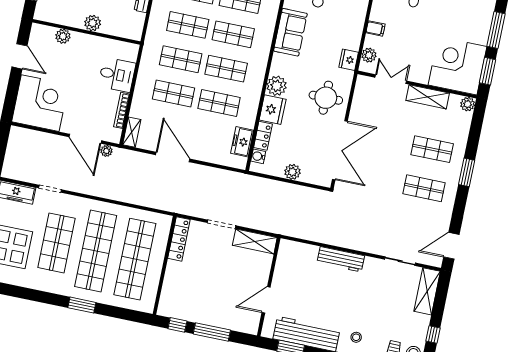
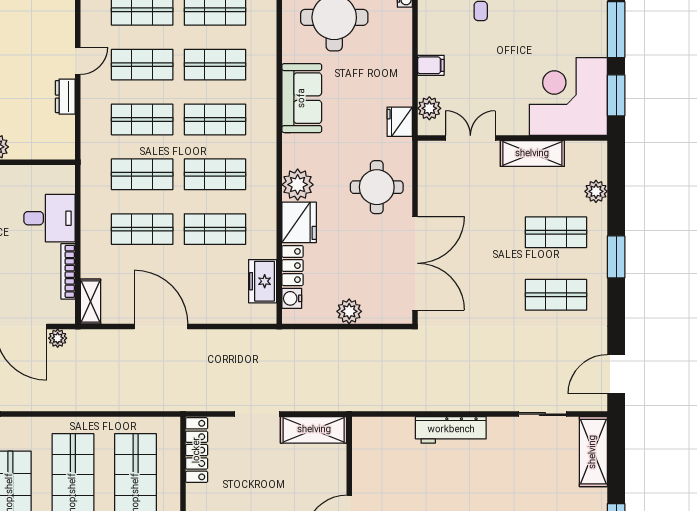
plant: (468, 104) -> (596, 191), moved

